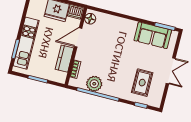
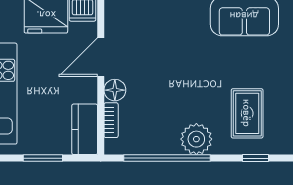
floor lamp: (90, 19) -> (115, 90), moved
kitchen counter: (64, 59) -> (85, 129), moved
plant: (94, 84) -> (196, 139), moved

